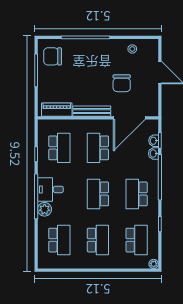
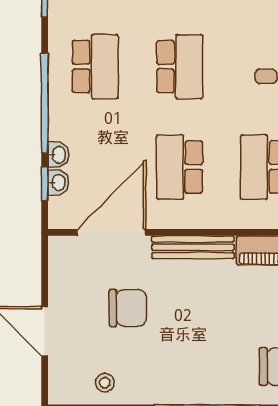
chair: (122, 83) -> (128, 308), turned 90
school desk: (98, 148) -> (180, 167), turned 180

